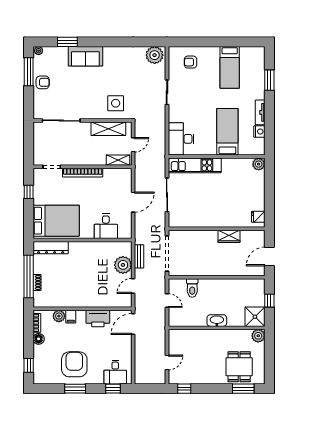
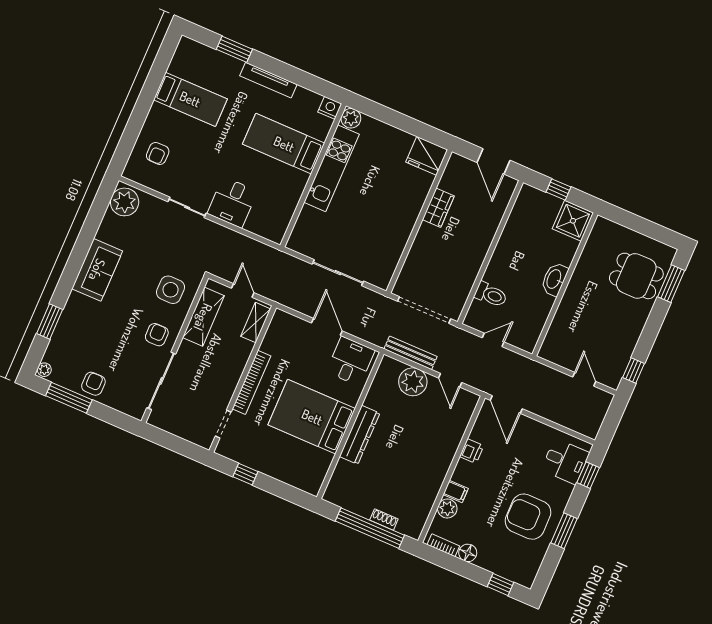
sofa: (85, 56) -> (97, 270), moved
armchair: (87, 107) -> (157, 335), added
tv unit: (260, 112) -> (268, 80), width x1.41
nightstand: (259, 132) -> (330, 108), moved
desk: (181, 139) -> (232, 202), moved, width x0.73
kitchen unit: (195, 165) -> (332, 168), moved
fridge: (258, 217) -> (427, 156), width x1.88, depth x1.34
bed: (56, 221) -> (312, 417), moved, turned -90
desk: (106, 226) -> (350, 361), moved, turned -90
dresser: (51, 248) -> (360, 435), moved
bench: (139, 256) -> (410, 353), width x1.36
printer: (98, 318) -> (472, 451), width x0.53, depth x0.68
plant: (258, 336) -> (603, 228), removed

